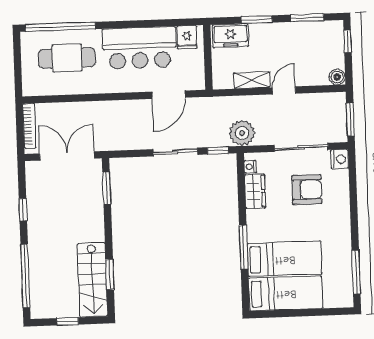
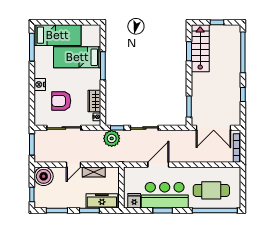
window: (142, 24) -> (163, 211), added
freezer: (230, 36) -> (102, 201), width x1.40
boiler: (337, 77) -> (44, 176), width x1.86, depth x1.86
door: (168, 95) -> (158, 165), moved
plant: (242, 133) -> (112, 138), moved
nightstand: (340, 159) -> (40, 84), moved
bed: (286, 293) -> (57, 35), moved, turned 180

